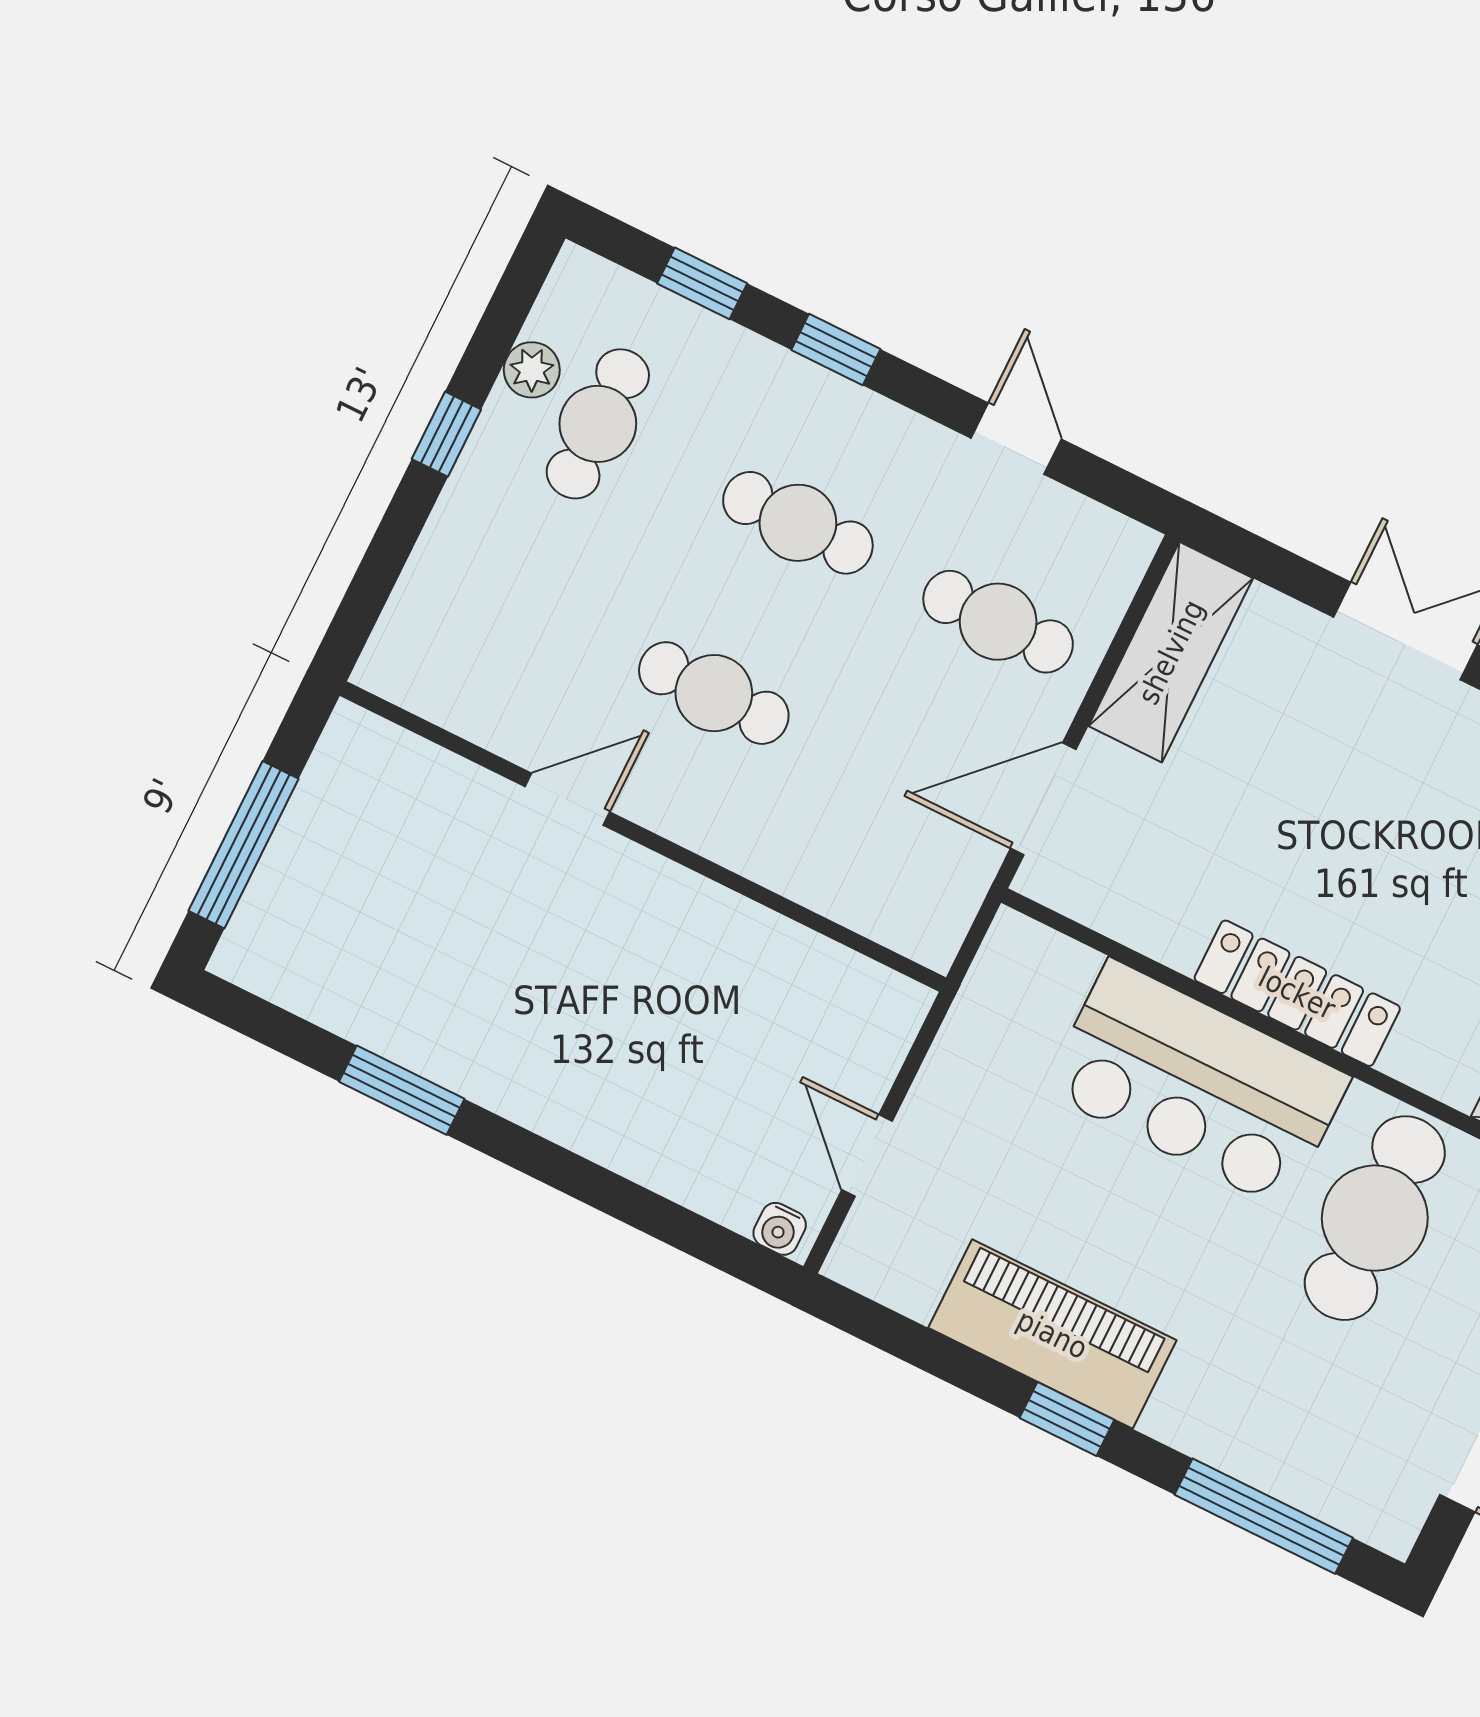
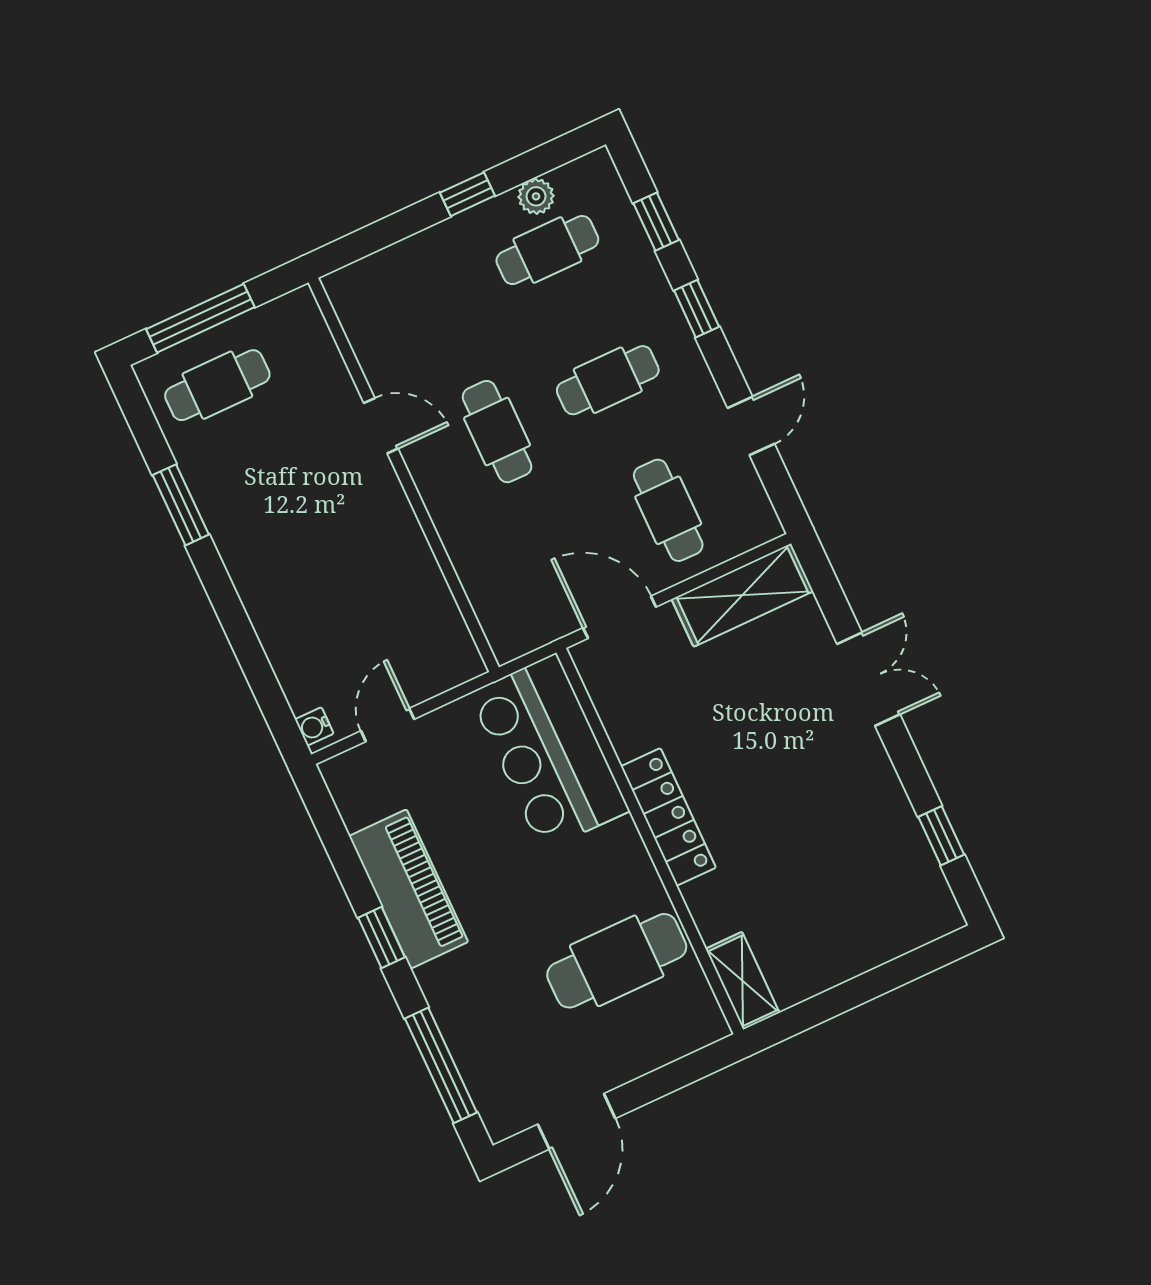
cafe table: (798, 523) -> (608, 380), turned 90
cafe table: (329, 909) -> (217, 385), added
bar counter: (1197, 1084) -> (549, 752), moved

